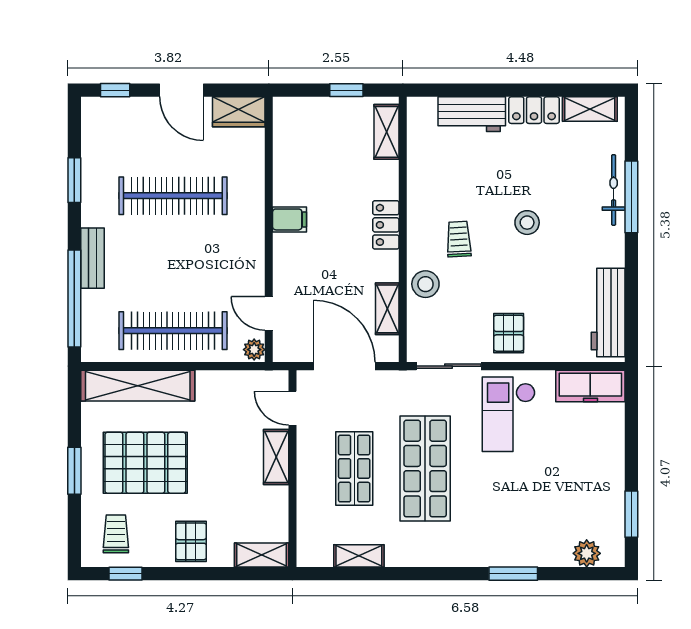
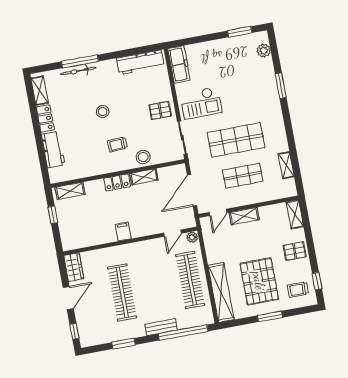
shelving: (387, 309) -> (144, 177), moved

